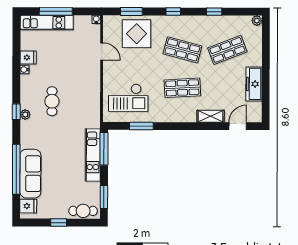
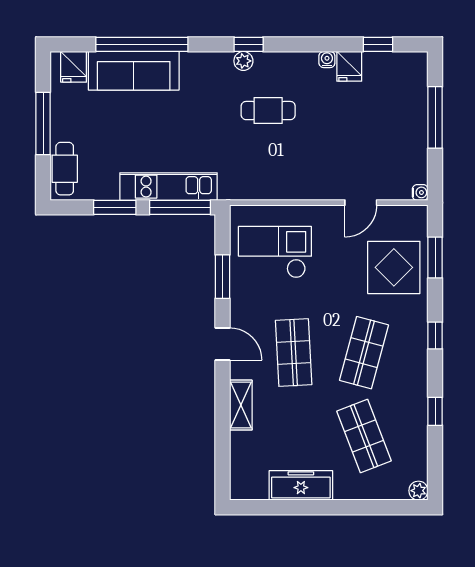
kitchen unit: (47, 23) -> (414, 101), removed
window: (16, 42) -> (378, 44), added
checkout: (128, 98) -> (275, 252), turned 90
door: (238, 126) -> (222, 344), moved
window: (104, 197) -> (115, 207), moved
window: (59, 223) -> (43, 124), width x2.17

